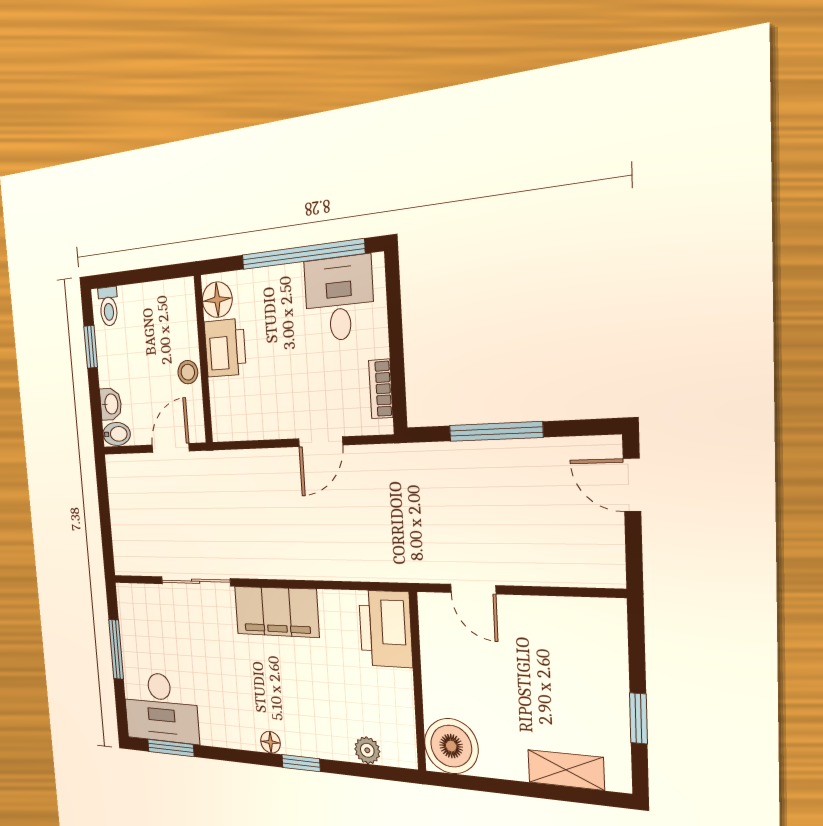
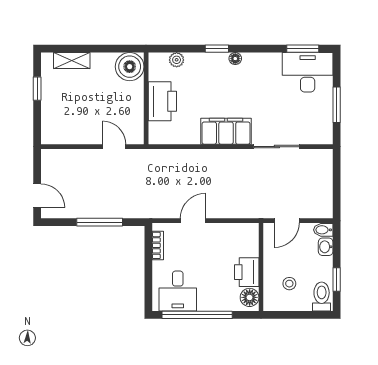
toilet: (108, 306) -> (322, 297), width x1.37, depth x1.39
stool: (188, 372) -> (289, 284), moved
printer: (385, 629) -> (162, 101), moved

